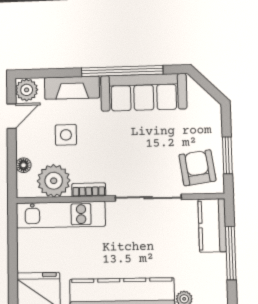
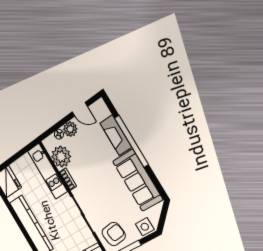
window: (122, 71) -> (131, 141), moved
plant: (27, 90) -> (70, 129), moved
side table: (66, 135) -> (145, 227), moved

